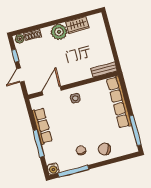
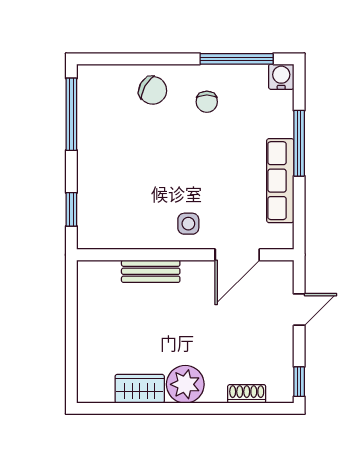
plant: (20, 39) -> (279, 392), removed
window: (15, 56) -> (299, 382), moved
bench: (104, 70) -> (151, 271), moved
window: (125, 91) -> (71, 209), added
row of seats: (119, 102) -> (91, 188), removed

